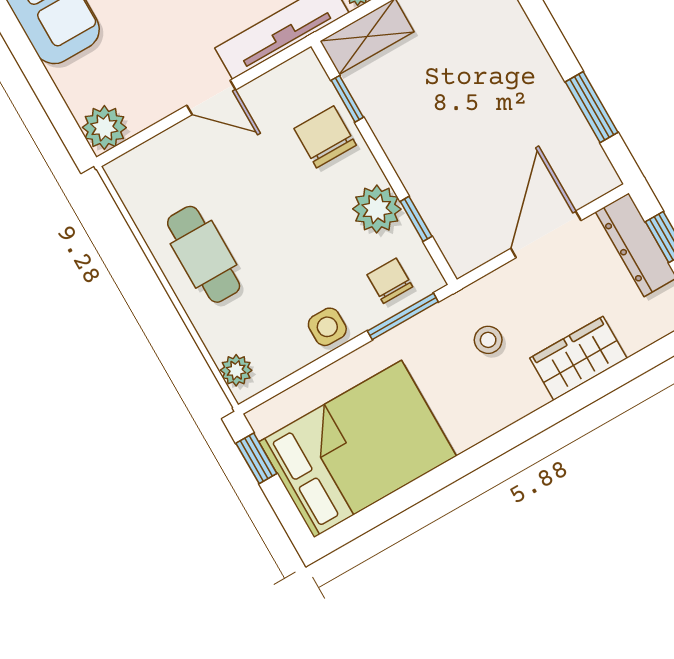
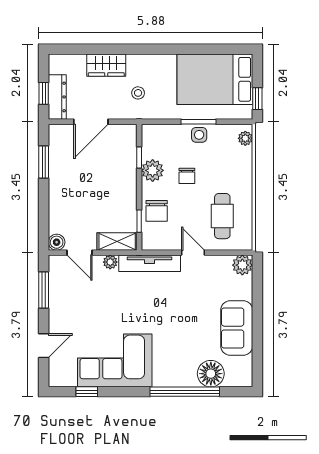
cafe table: (204, 254) -> (222, 216), moved
chair: (390, 281) -> (187, 176), moved
window: (403, 316) -> (199, 122), moved

